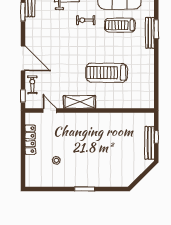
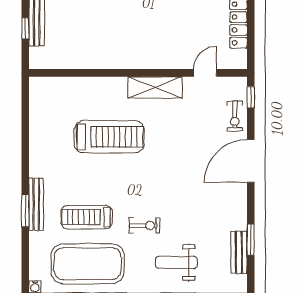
treadmill: (120, 25) -> (87, 217), turned 180
door: (23, 58) -> (251, 161), hinge flipped
door: (50, 110) -> (205, 73), swing flipped

